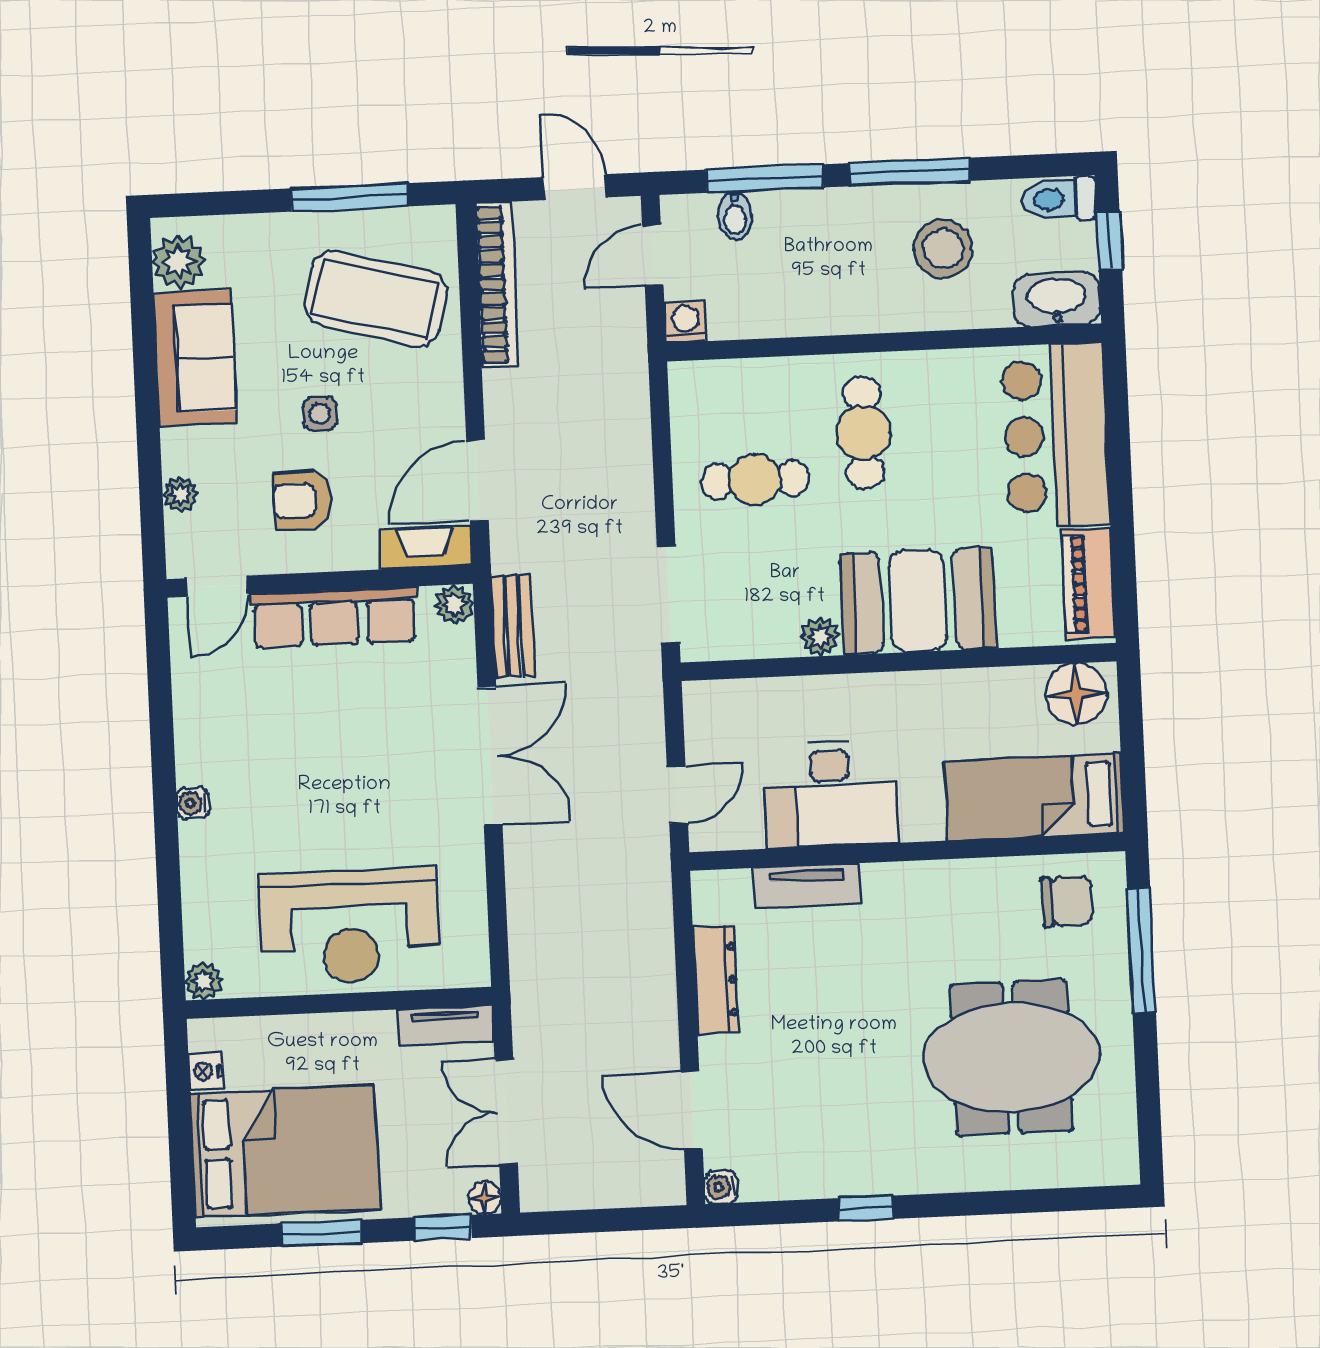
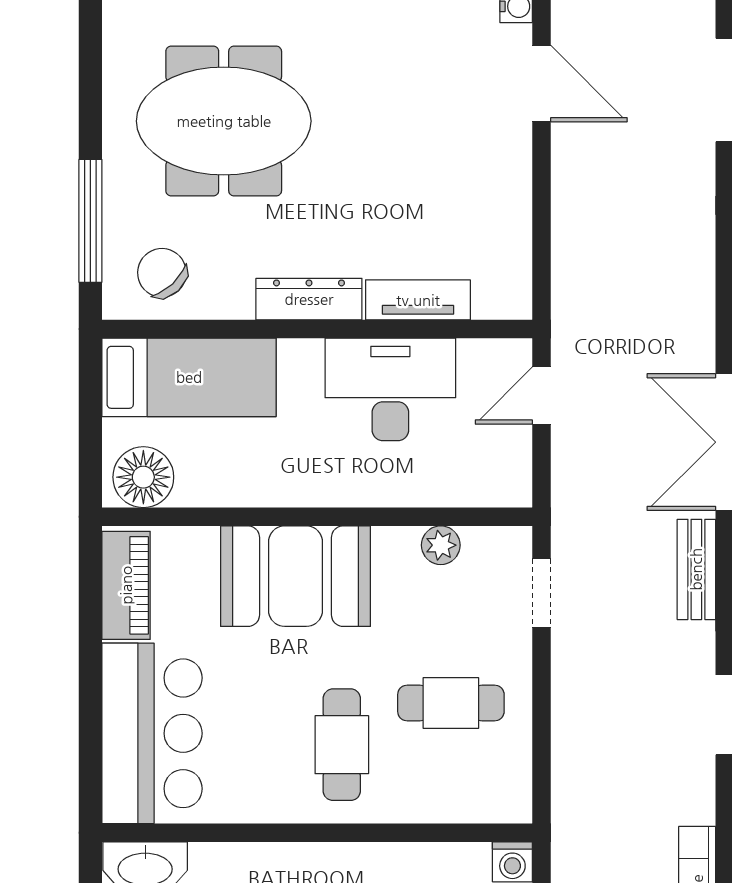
doorway: (668, 595) -> (542, 593), width x0.73
plant: (820, 637) -> (441, 545), moved
chair: (1067, 901) -> (162, 273), turned 47
dresser: (716, 980) -> (309, 299), moved, turned 90

